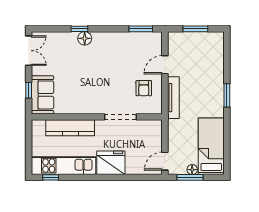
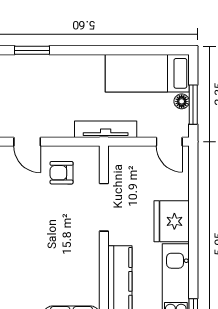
armchair: (144, 88) -> (62, 173), turned 180
window: (227, 95) -> (32, 50), moved
tv unit: (173, 98) -> (106, 129), moved

